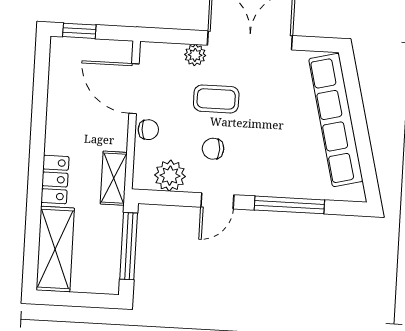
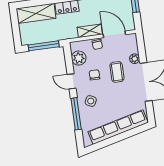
door: (134, 89) -> (114, 34), hinge flipped
side table: (268, 168) -> (91, 101), added
shelving: (114, 178) -> (90, 31), moved

